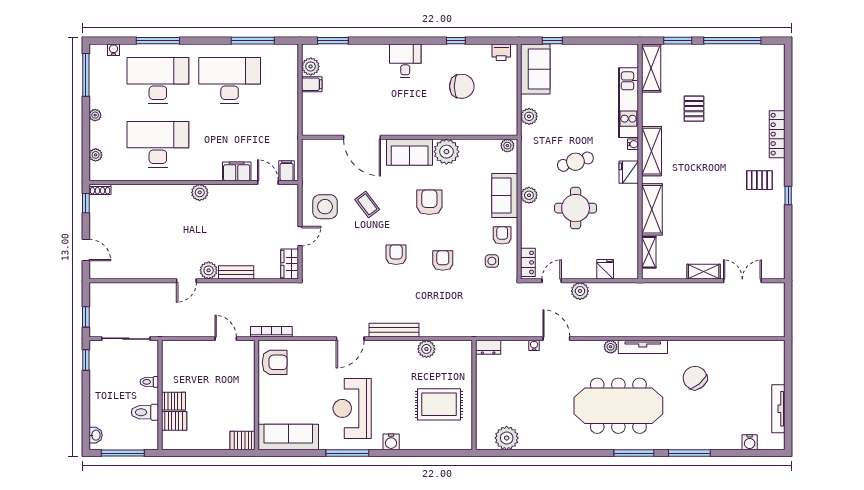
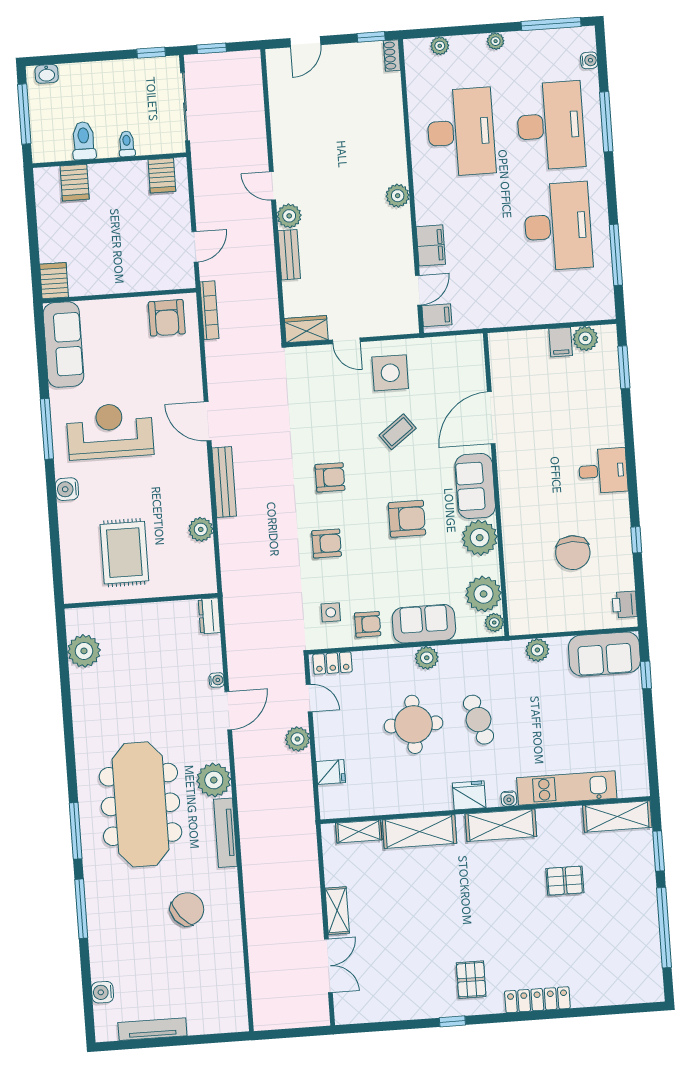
plant: (487, 152) -> (484, 594), added
plant: (611, 347) -> (214, 780), width x1.87, depth x1.87
server rack: (173, 401) -> (162, 176), moved

